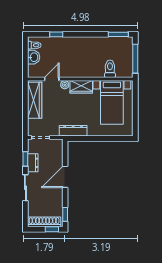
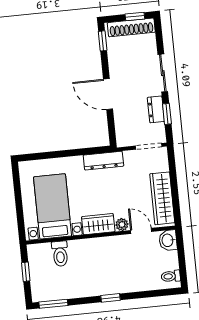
window: (56, 34) -> (110, 298), moved
washbasin: (34, 57) -> (168, 240), moved
window: (135, 59) -> (26, 272), width x0.46
door: (52, 79) -> (141, 231), swing flipped
door: (65, 177) -> (108, 94), swing flipped
window: (52, 229) -> (135, 16), moved

